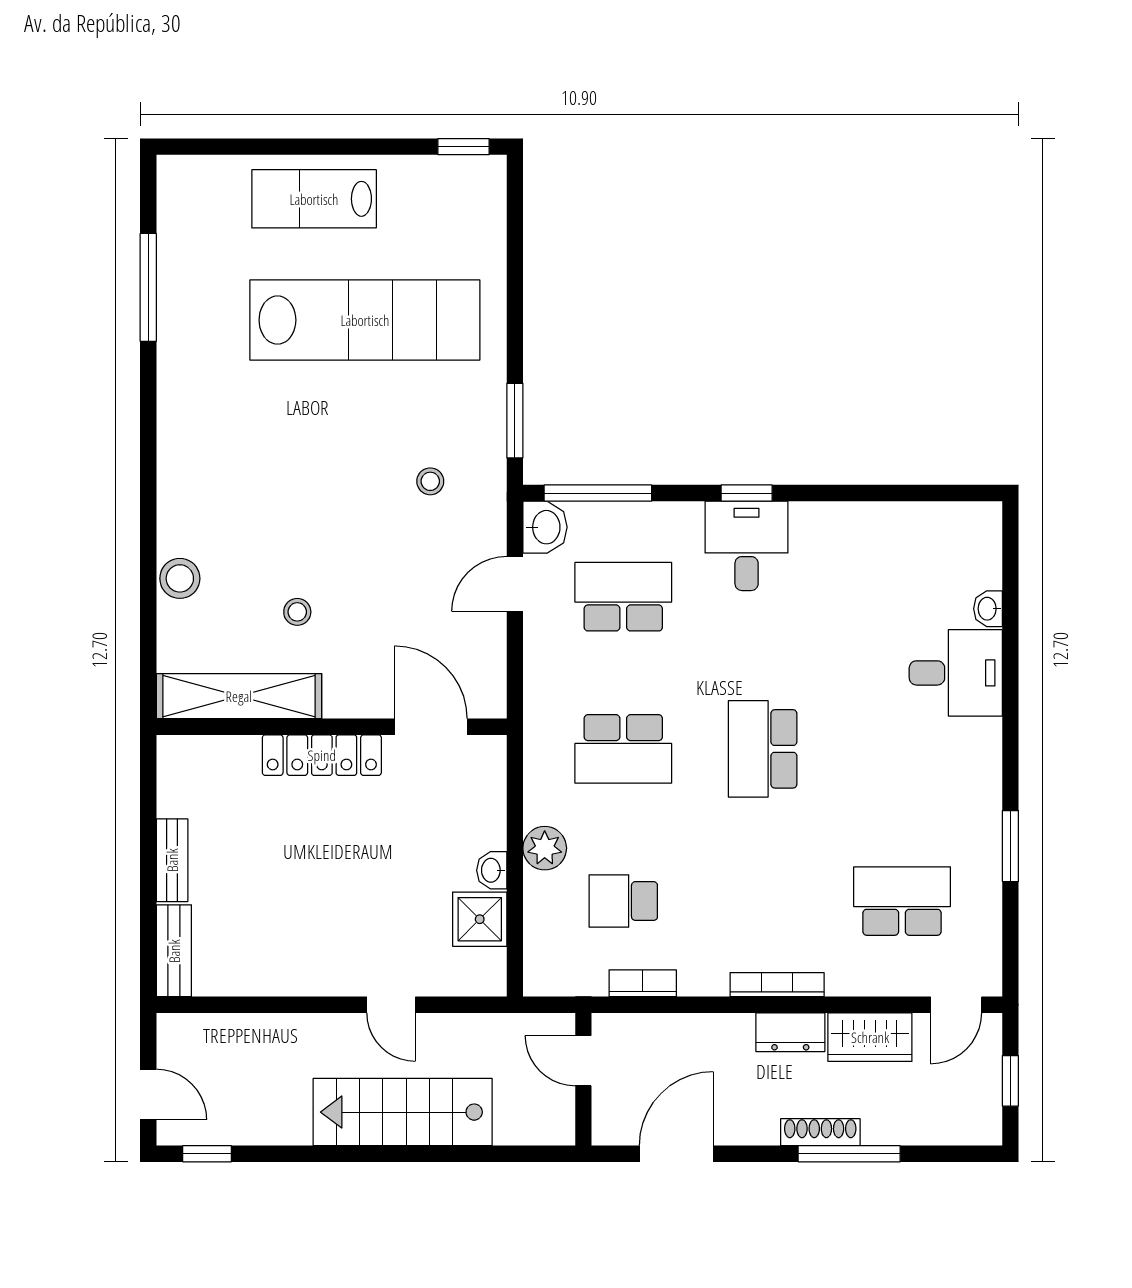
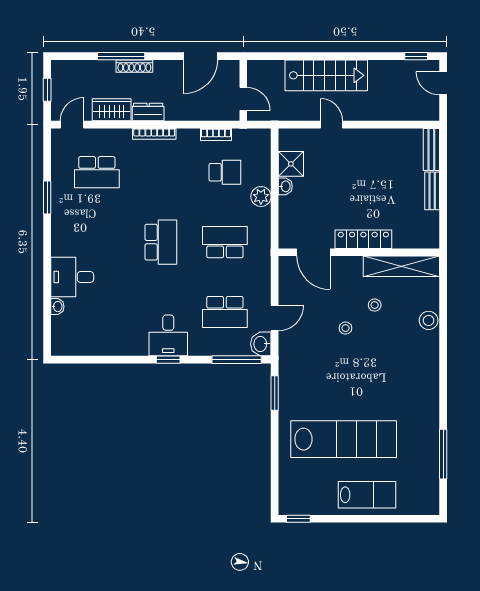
lab bench: (365, 320) -> (344, 439), turned 180
stool: (430, 481) -> (345, 328), moved

